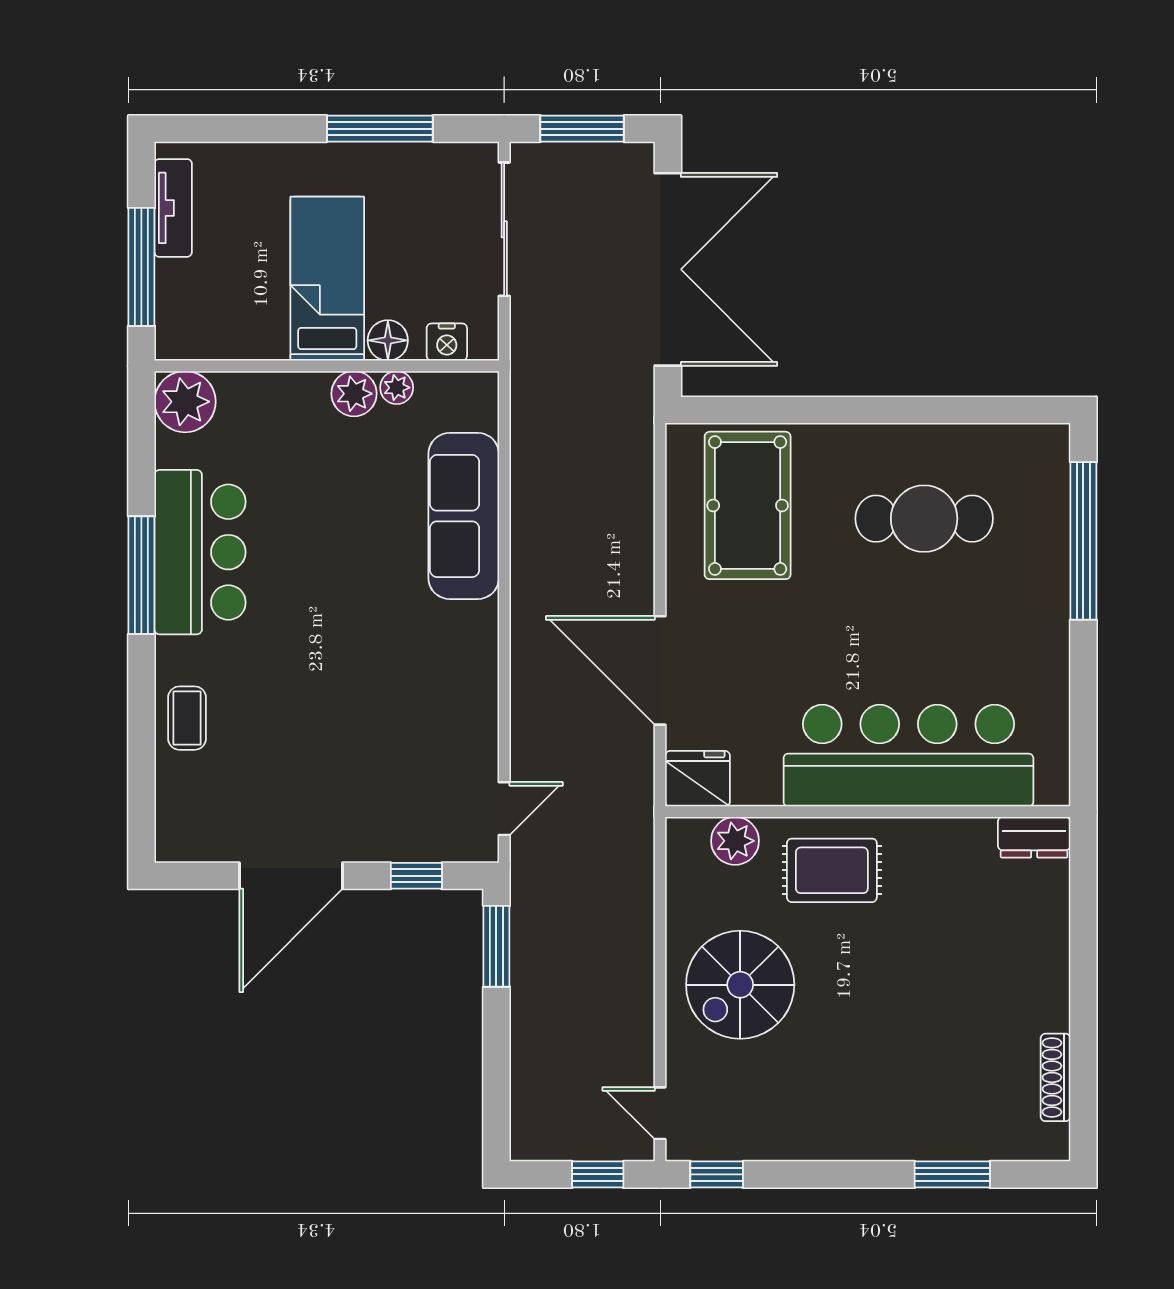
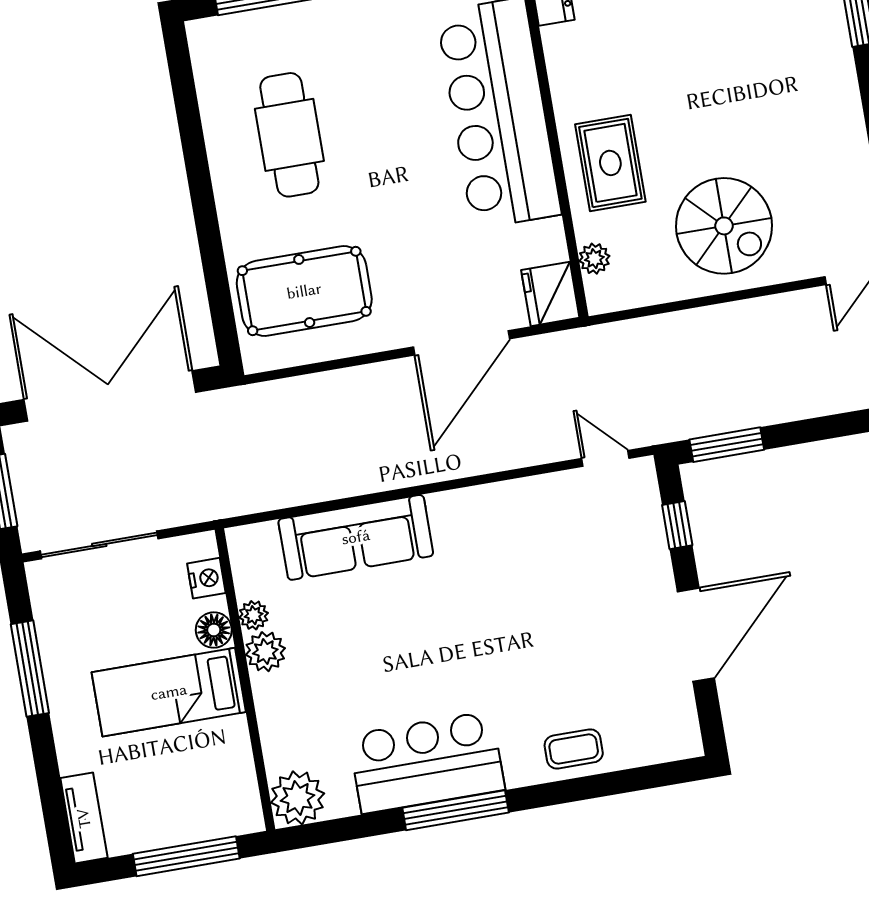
tv unit: (173, 208) -> (84, 818), moved, turned 90
plant: (735, 841) -> (594, 259), width x0.73, depth x0.73
door: (291, 876) -> (696, 635), hinge flipped

